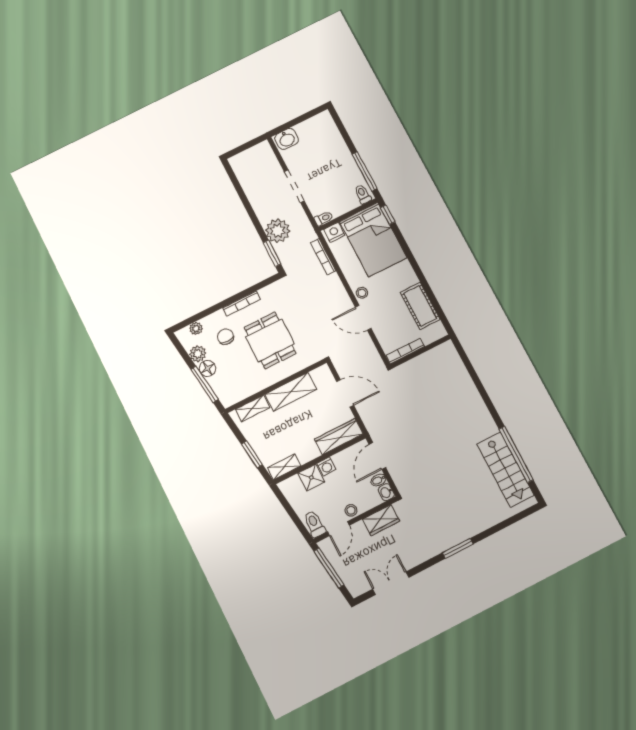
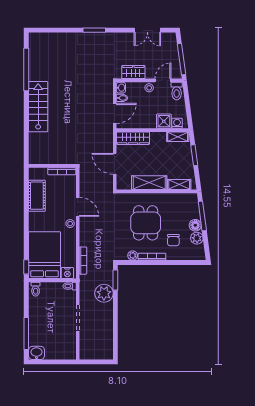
washbasin: (287, 139) -> (37, 353), moved
window: (365, 171) -> (26, 333), moved
plant: (196, 328) -> (133, 255), moved
washing machine: (326, 466) -> (177, 123), moved
stairs: (505, 470) -> (38, 107), moved

